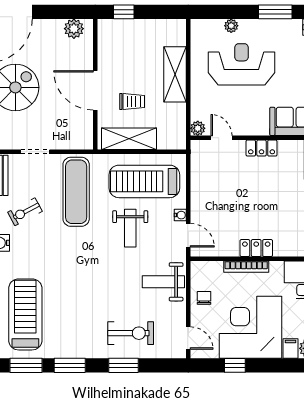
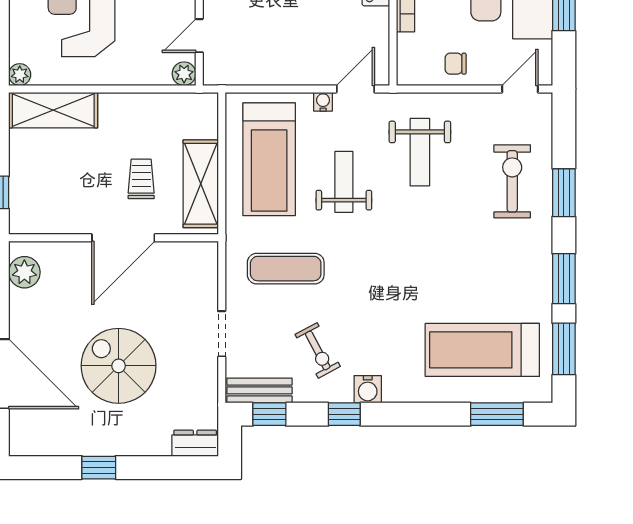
plant: (231, 26) -> (20, 75), moved
shelving: (175, 74) -> (53, 110), moved
exercise mat: (76, 192) -> (286, 269), width x0.73, depth x0.69
weight bench: (130, 228) -> (344, 182), turned -90
weight bench: (163, 282) -> (420, 152), moved

